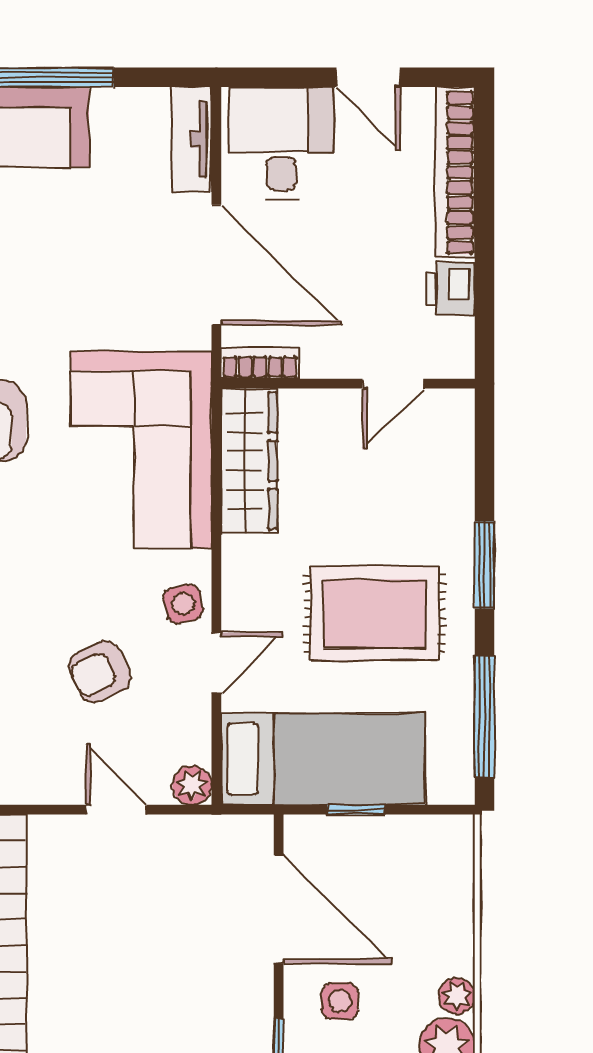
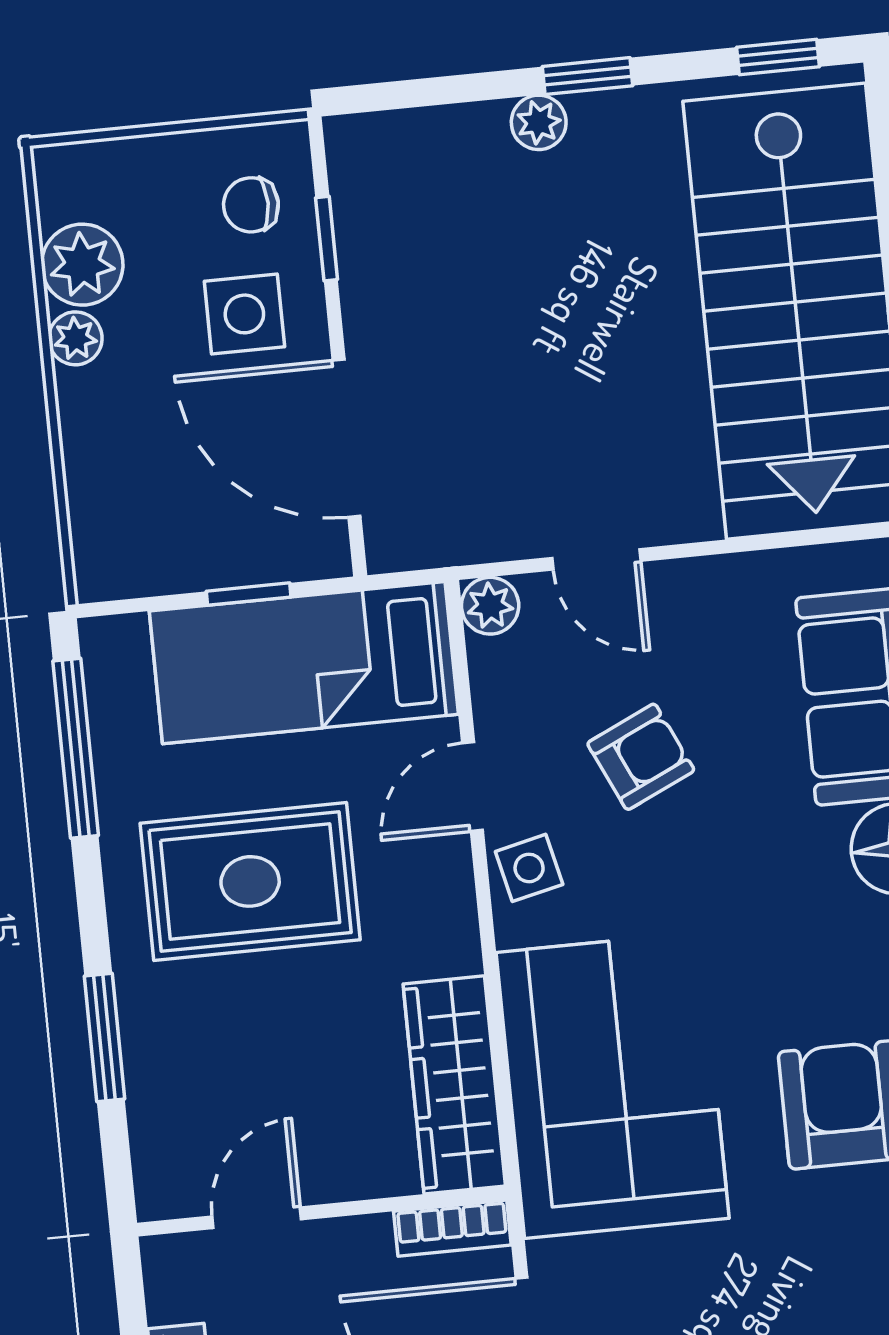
window: (484, 565) -> (105, 1037), moved
side table: (340, 1001) -> (244, 314), width x1.37, depth x1.37

